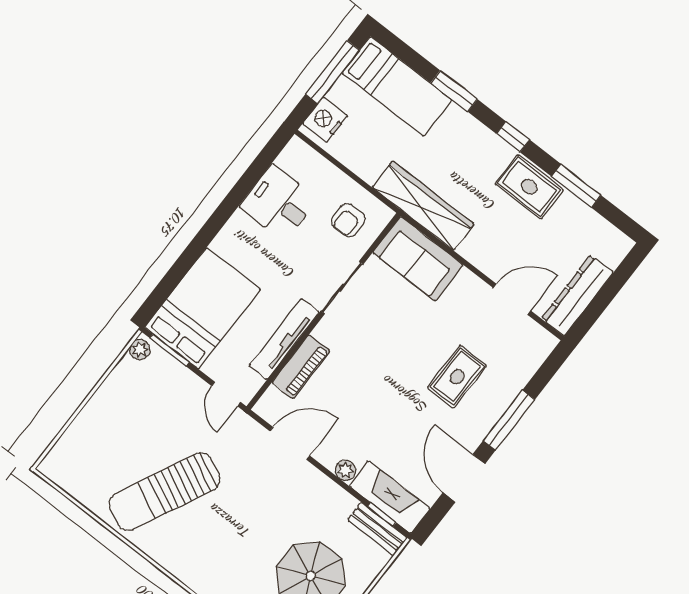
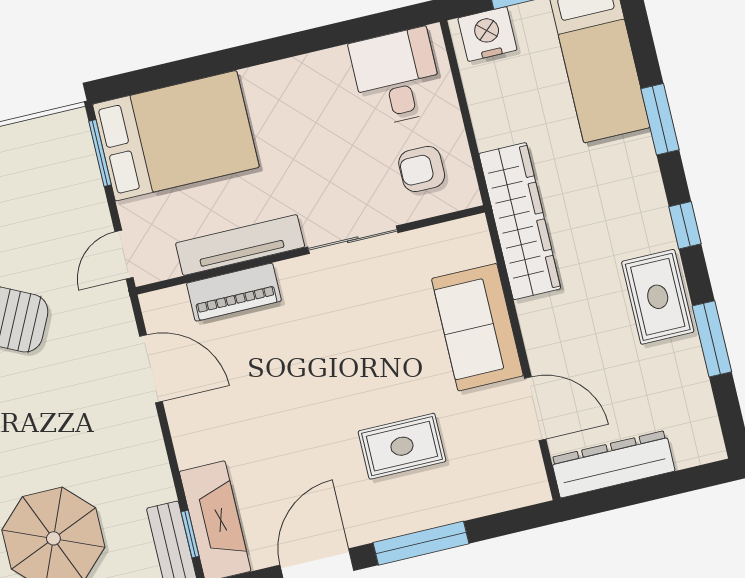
desk: (279, 203) -> (397, 77), moved
sofa: (418, 259) -> (477, 327), moved
plant: (140, 350) -> (67, 125), removed
plant: (345, 470) -> (190, 450), removed

